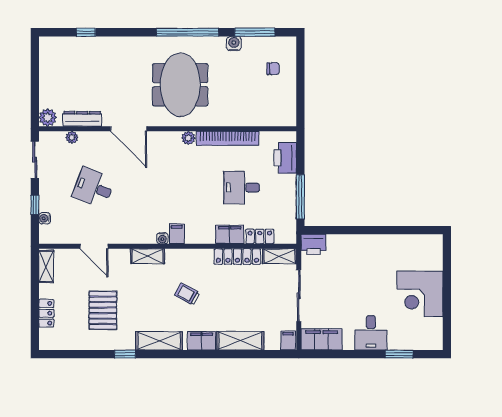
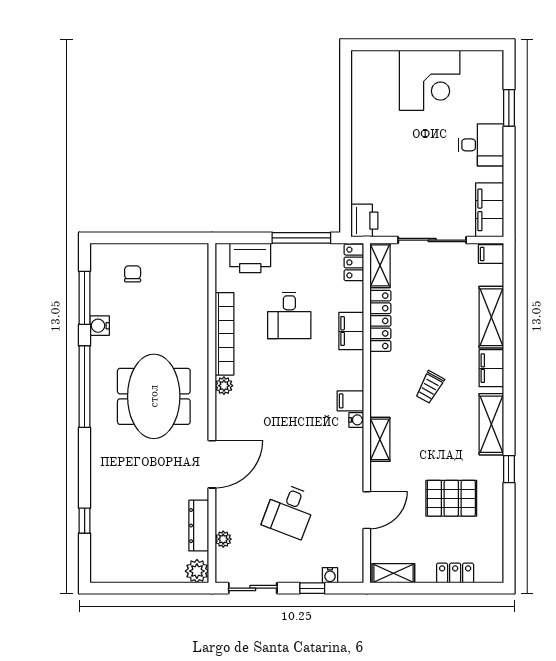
meeting table: (180, 85) -> (154, 396), turned 90
locker: (260, 236) -> (354, 262), moved

